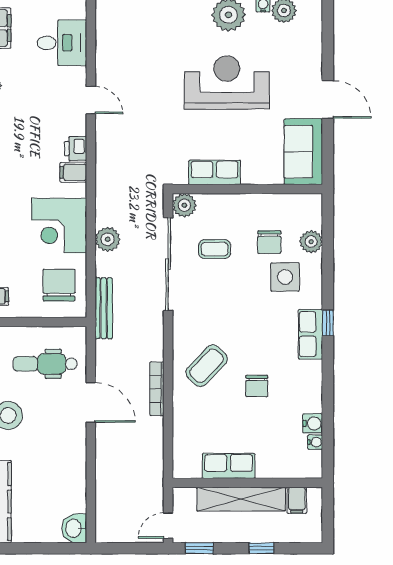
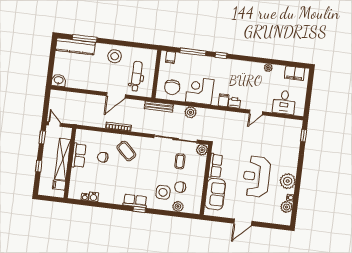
reception desk: (227, 82) -> (256, 176), turned 180
sofa: (303, 152) -> (215, 194), moved, turned 90
chair: (59, 285) -> (172, 87), turned 90
chair: (257, 386) -> (103, 157), moved

